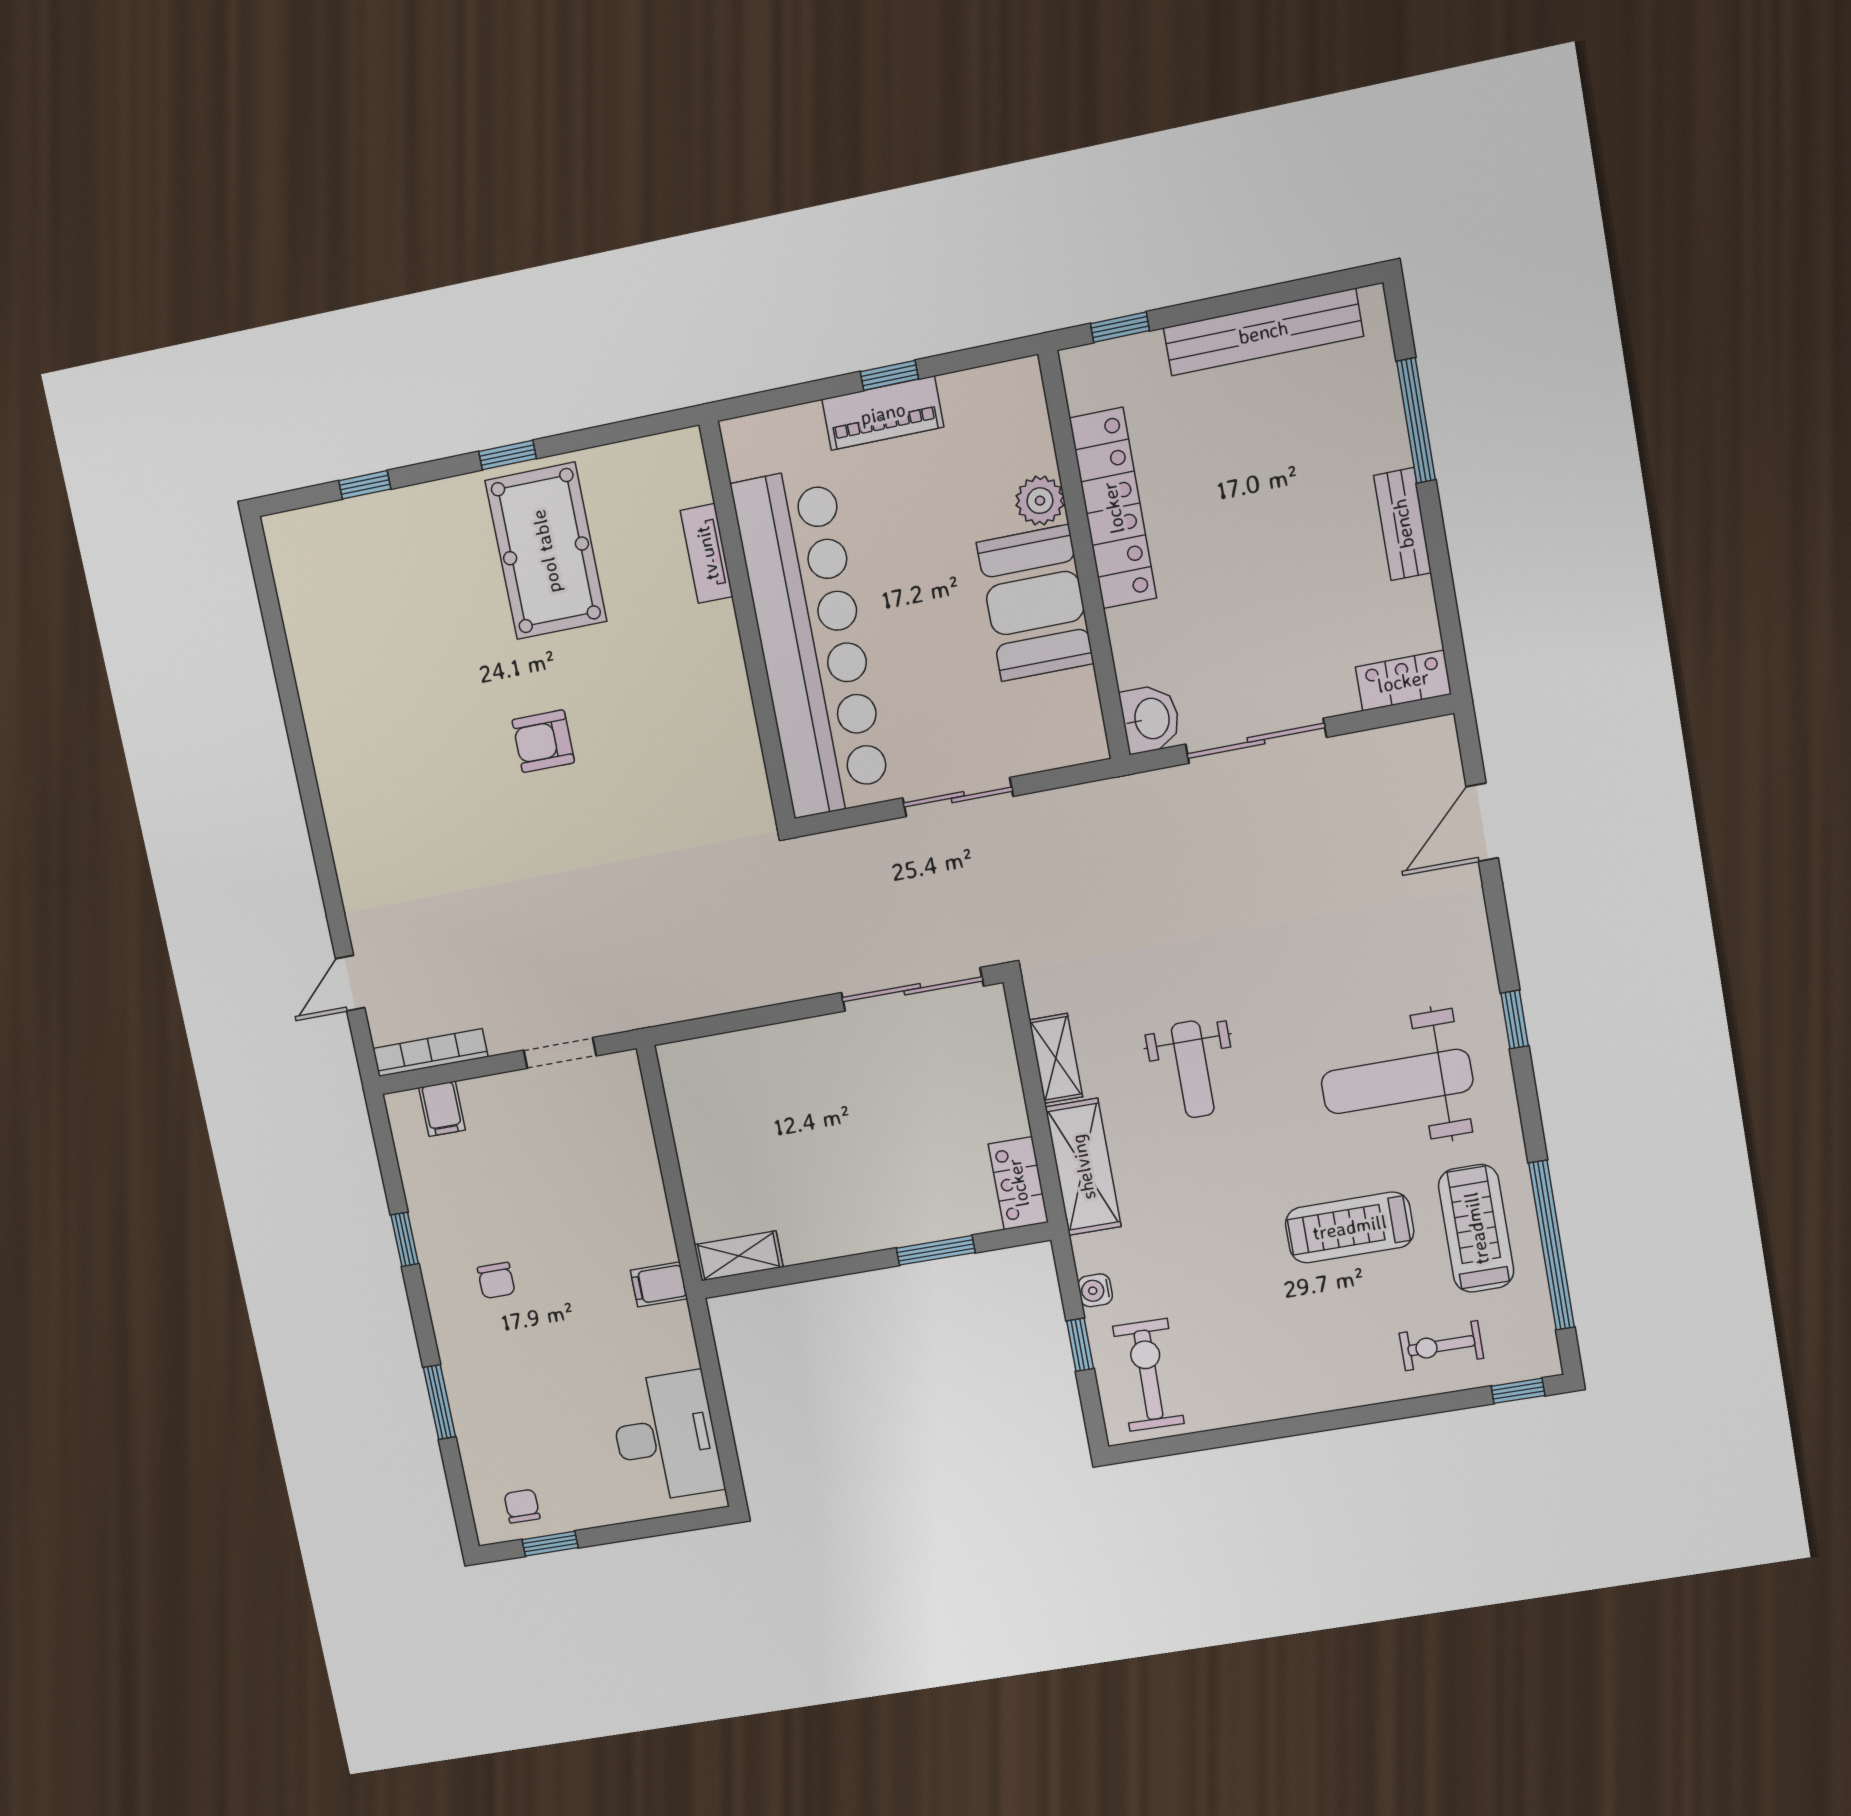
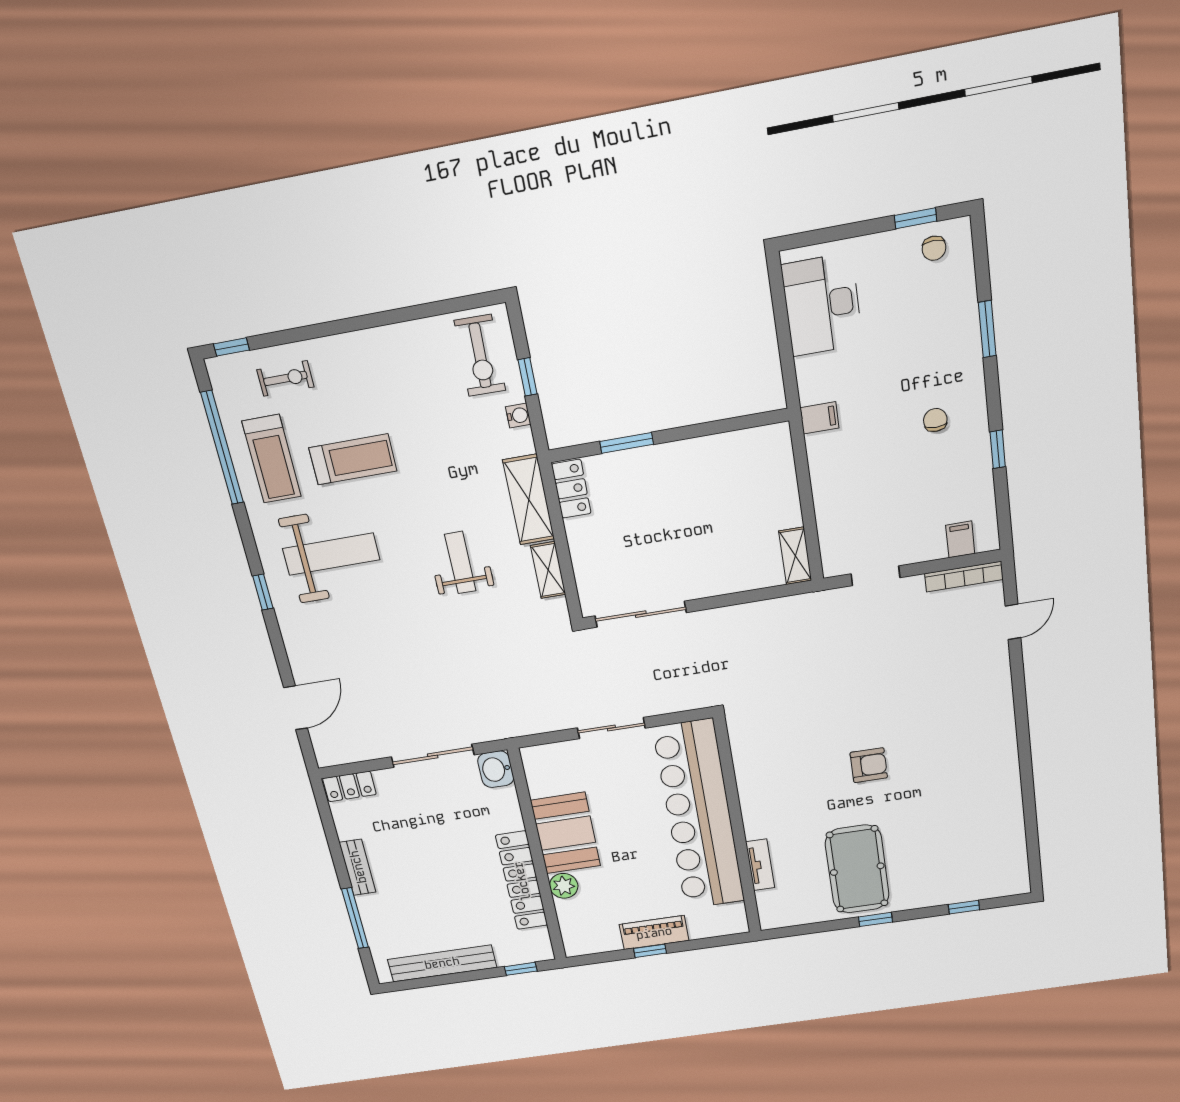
shelving: (739, 1256) -> (795, 556), moved, turned 90

